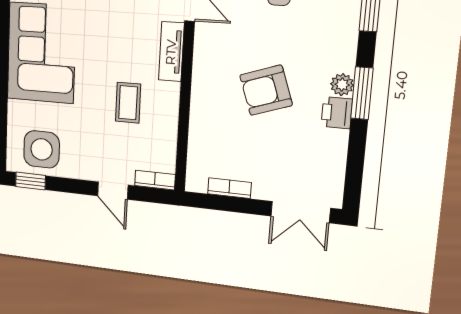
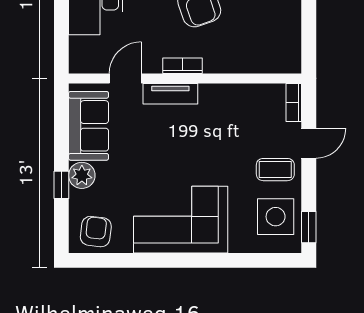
coffee table: (128, 103) -> (275, 170), moved
bookcase: (229, 188) -> (183, 66), moved, turned 90

